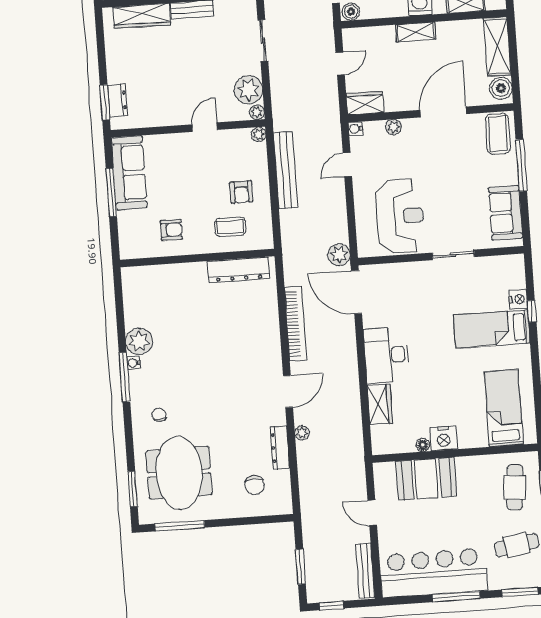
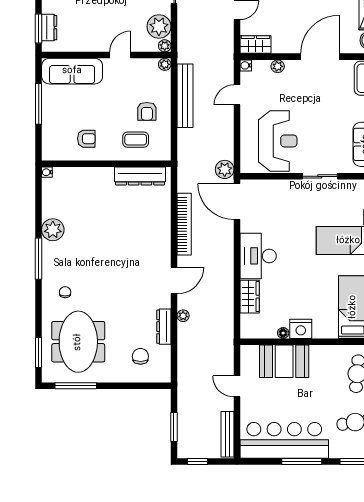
sofa: (129, 173) -> (72, 71), moved, turned 90
water cooler: (134, 363) -> (47, 172), moved
chair: (254, 485) -> (140, 356), turned 180

